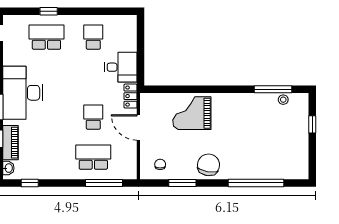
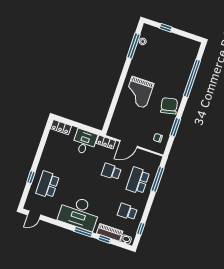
locker: (130, 29) -> (61, 127), added
school desk: (93, 37) -> (127, 212), moved
grand piano: (192, 113) -> (139, 92), moved
chair: (208, 165) -> (169, 106), turned 68

